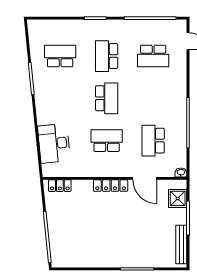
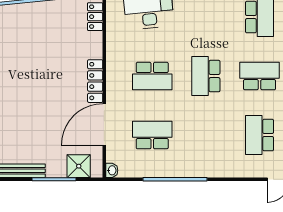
school desk: (107, 98) -> (206, 76), turned 90
school desk: (107, 141) -> (152, 76), turned 90
door: (145, 178) -> (104, 124), width x1.36

